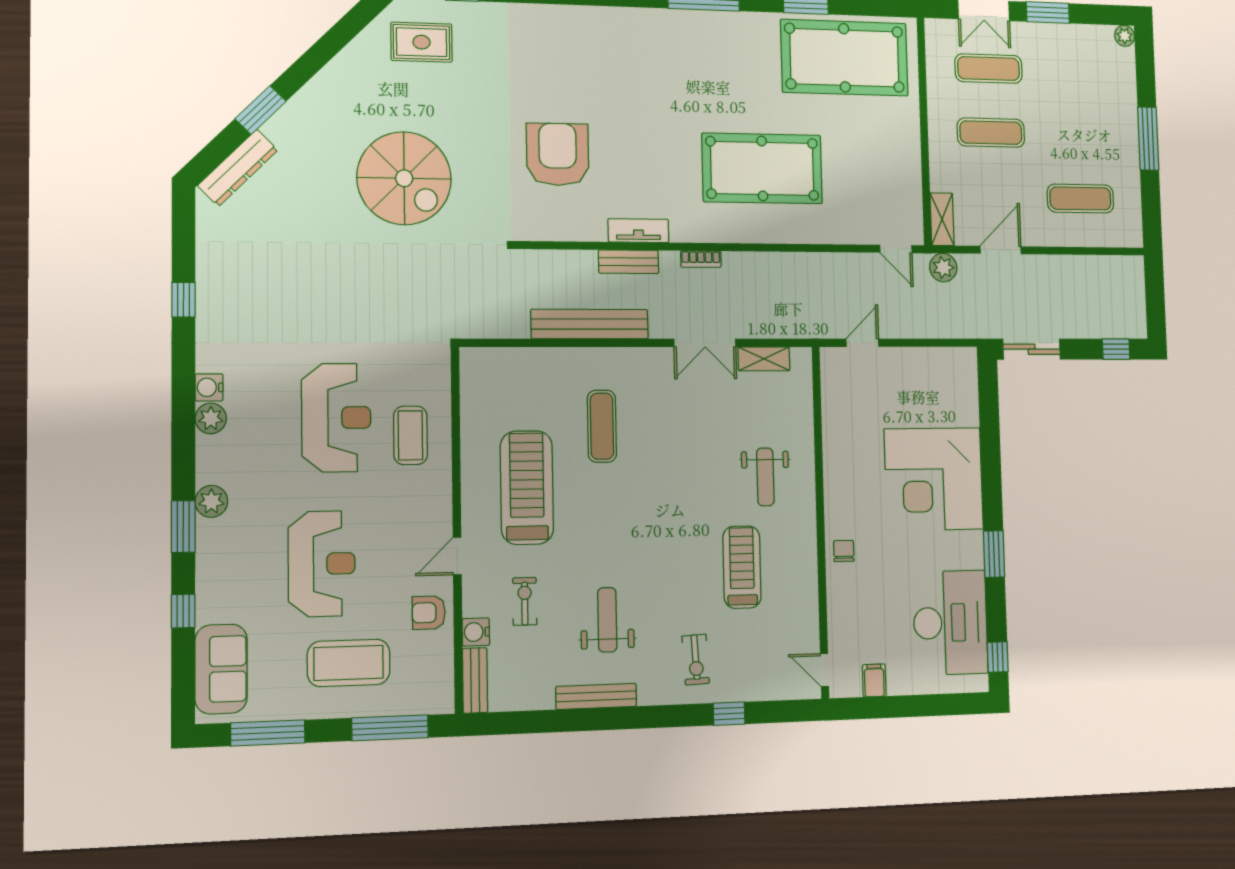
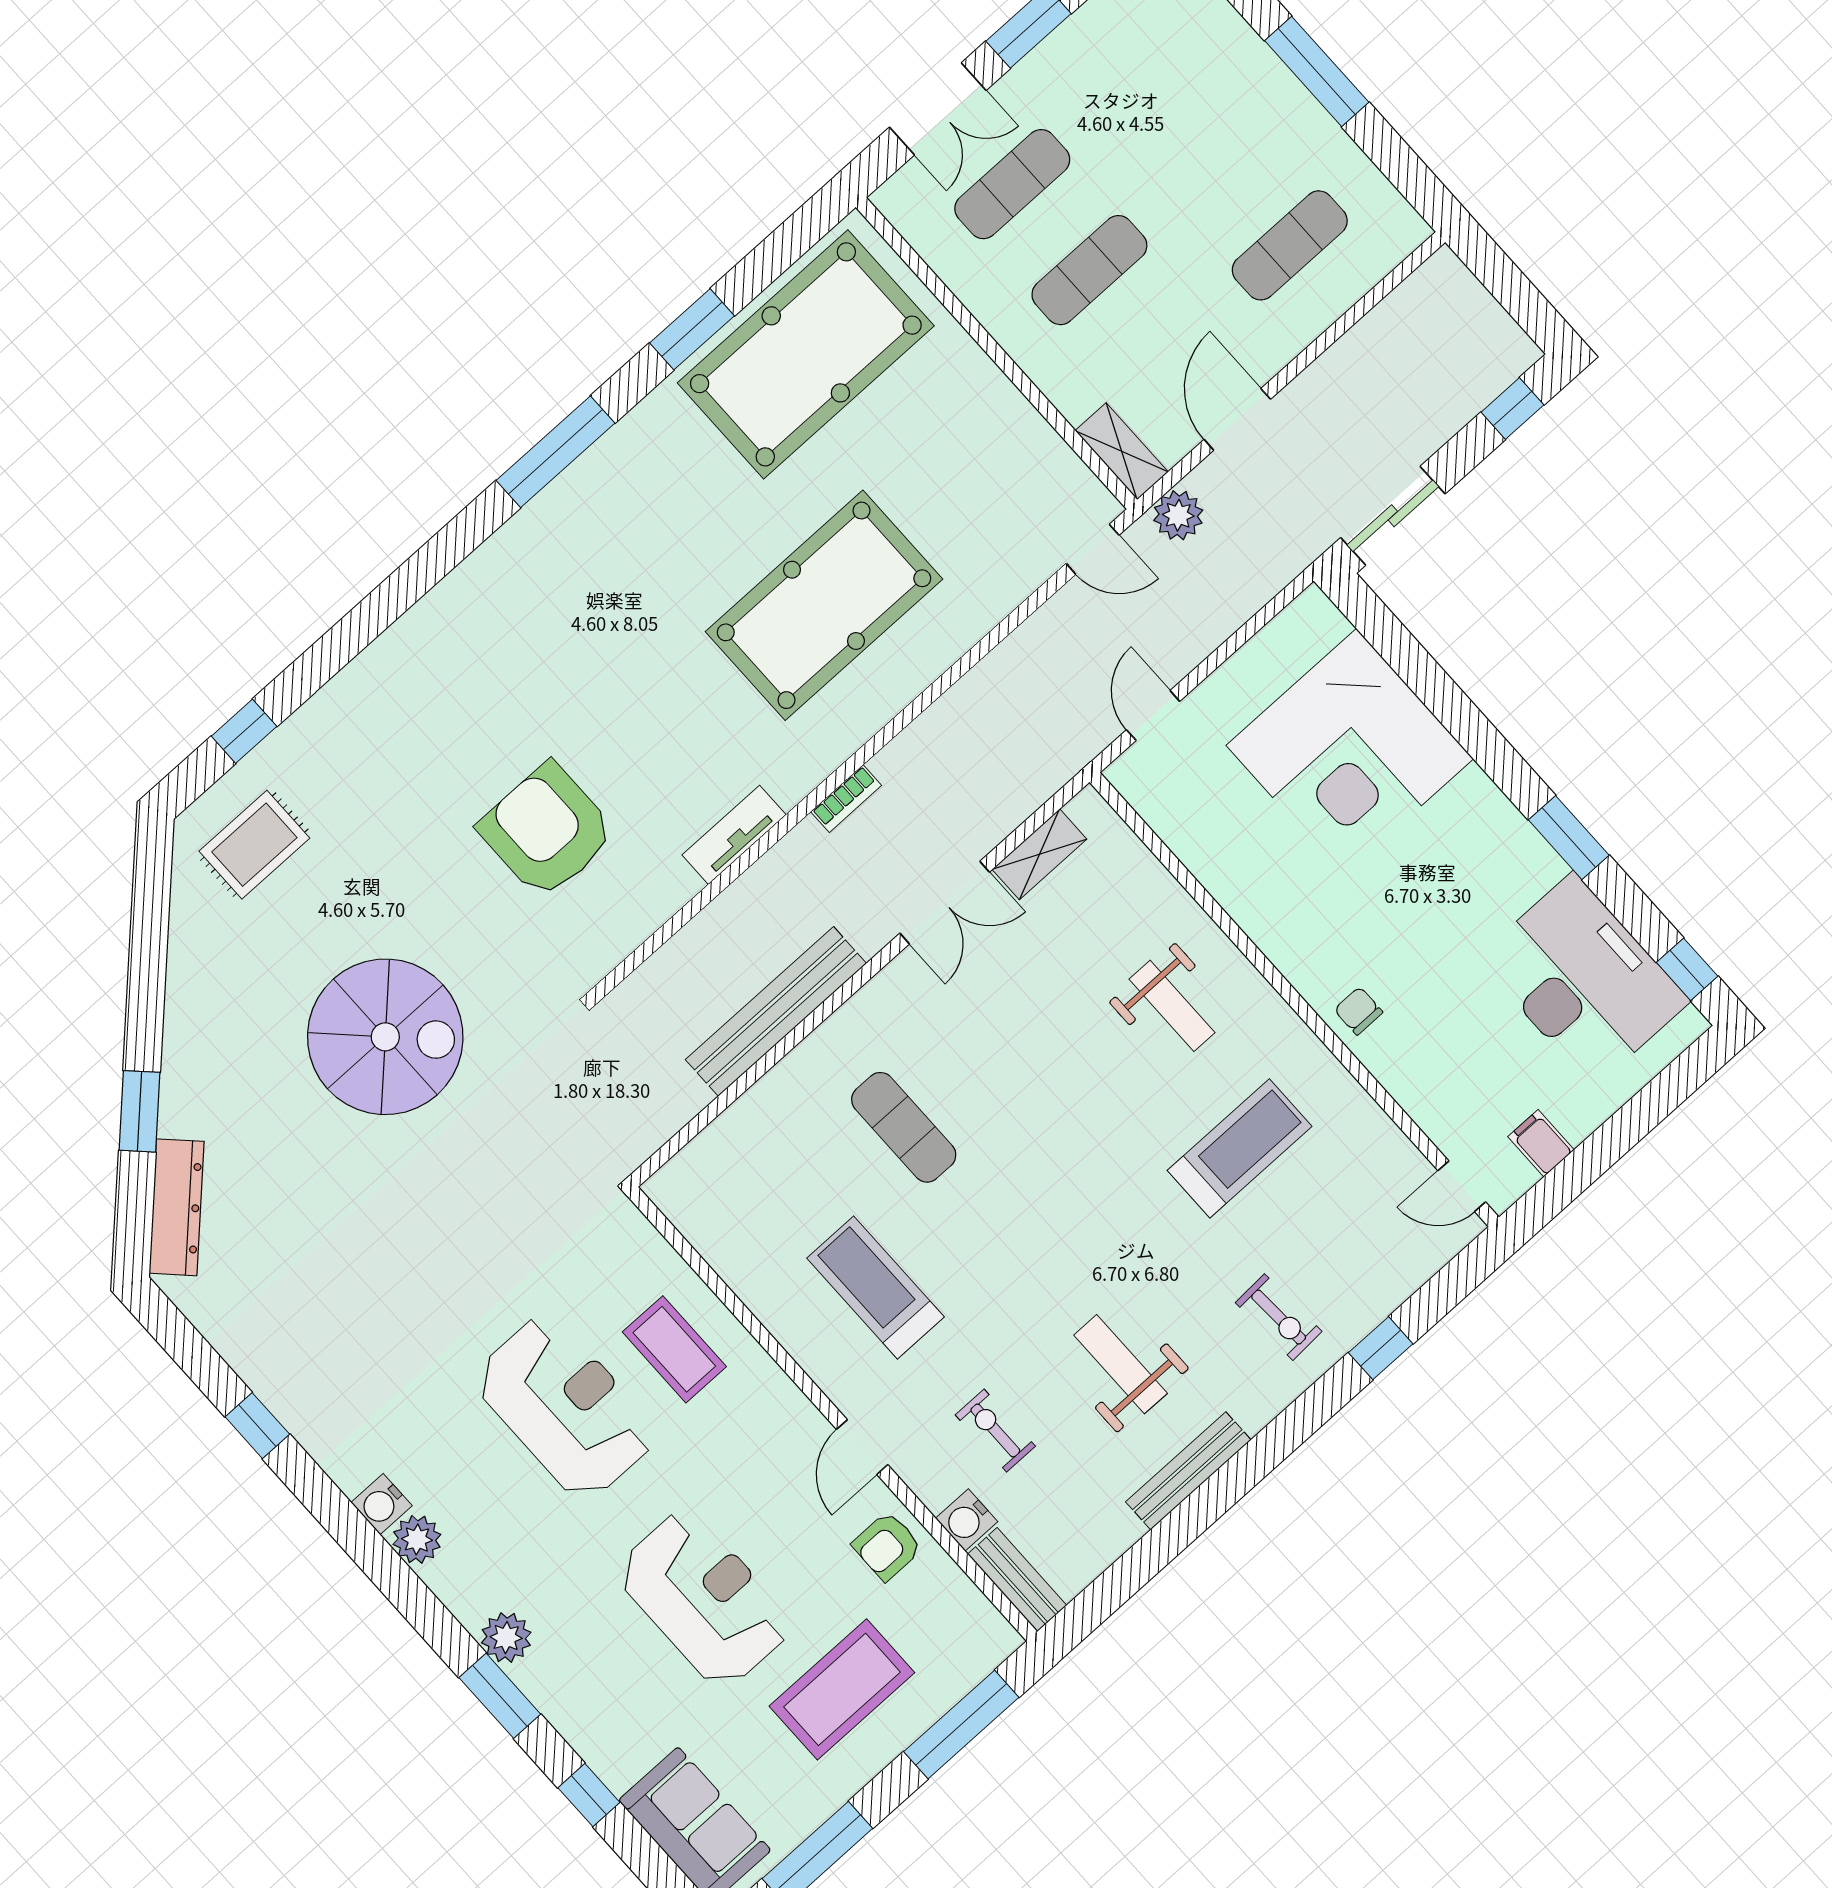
bench: (629, 262) -> (756, 887), removed
corner desk: (934, 479) -> (1350, 752), moved
treadmill: (527, 488) -> (875, 1288), width x0.73, depth x0.73
treadmill: (742, 567) -> (1240, 1148), turned 90

